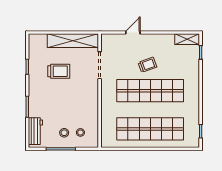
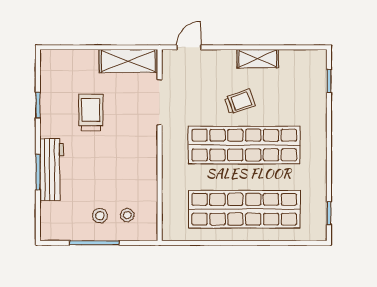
door: (133, 33) -> (189, 47), moved
shelving: (187, 39) -> (258, 59), moved
shelving: (73, 41) -> (128, 61), width x0.68
trolley: (59, 71) -> (91, 113), turned -90
workbench: (35, 131) -> (52, 170), moved, width x1.38

